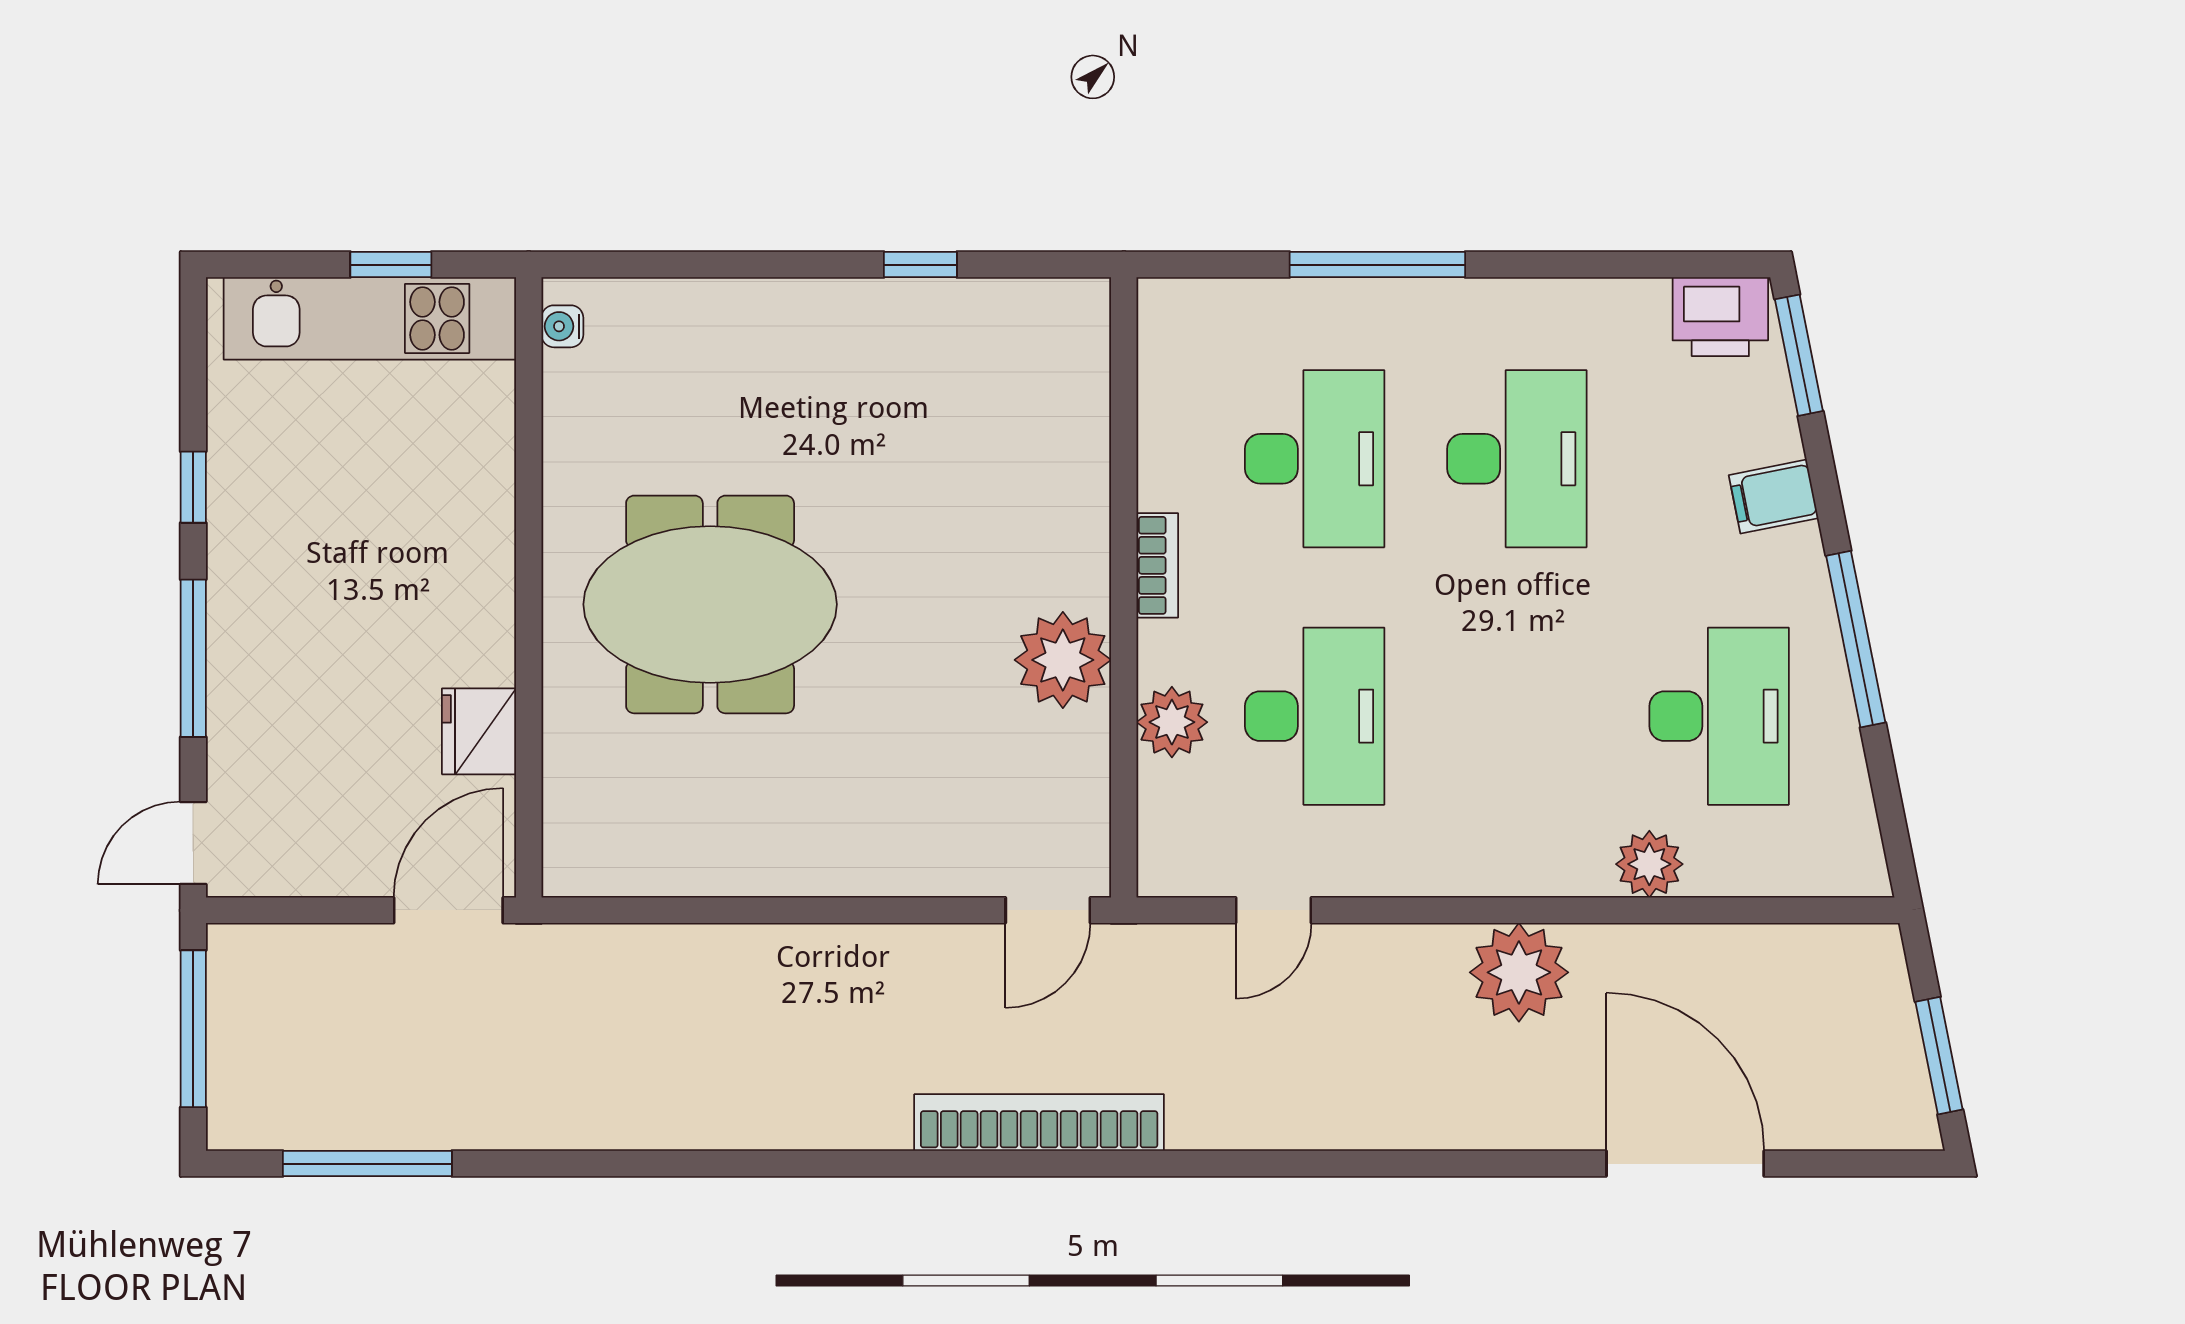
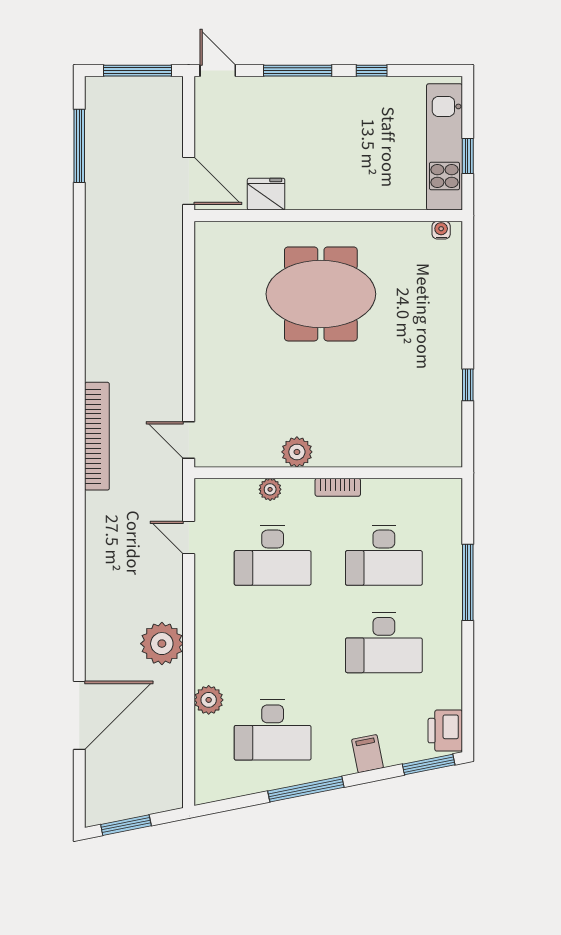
meeting table: (710, 604) -> (321, 294), turned 90
plant: (1063, 660) -> (297, 452), width x0.73, depth x0.73
plant: (1172, 722) -> (270, 489), width x0.73, depth x0.73

